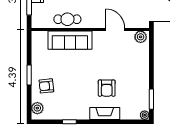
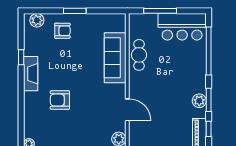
door: (115, 29) -> (127, 110), hinge flipped
armchair: (46, 86) -> (62, 31), turned 96
fireplace: (105, 113) -> (31, 74), moved

